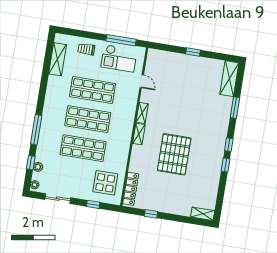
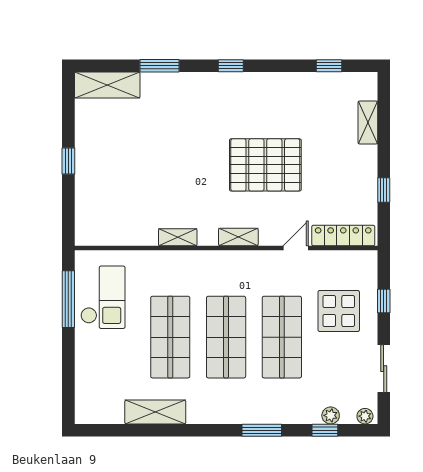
trolley: (86, 49) -> (96, 361), removed
shelving: (57, 59) -> (155, 412), moved
door: (142, 81) -> (296, 248), moved
shelving: (142, 113) -> (178, 237), moved
window: (36, 130) -> (262, 430), width x0.69
window: (225, 165) -> (329, 66), moved
display table: (105, 183) -> (339, 311), moved
shelving: (203, 214) -> (368, 123), moved

